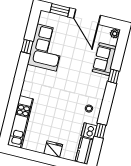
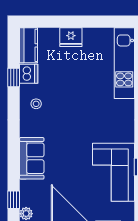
sofa: (104, 59) -> (32, 158), moved
window: (114, 76) -> (14, 200), moved

